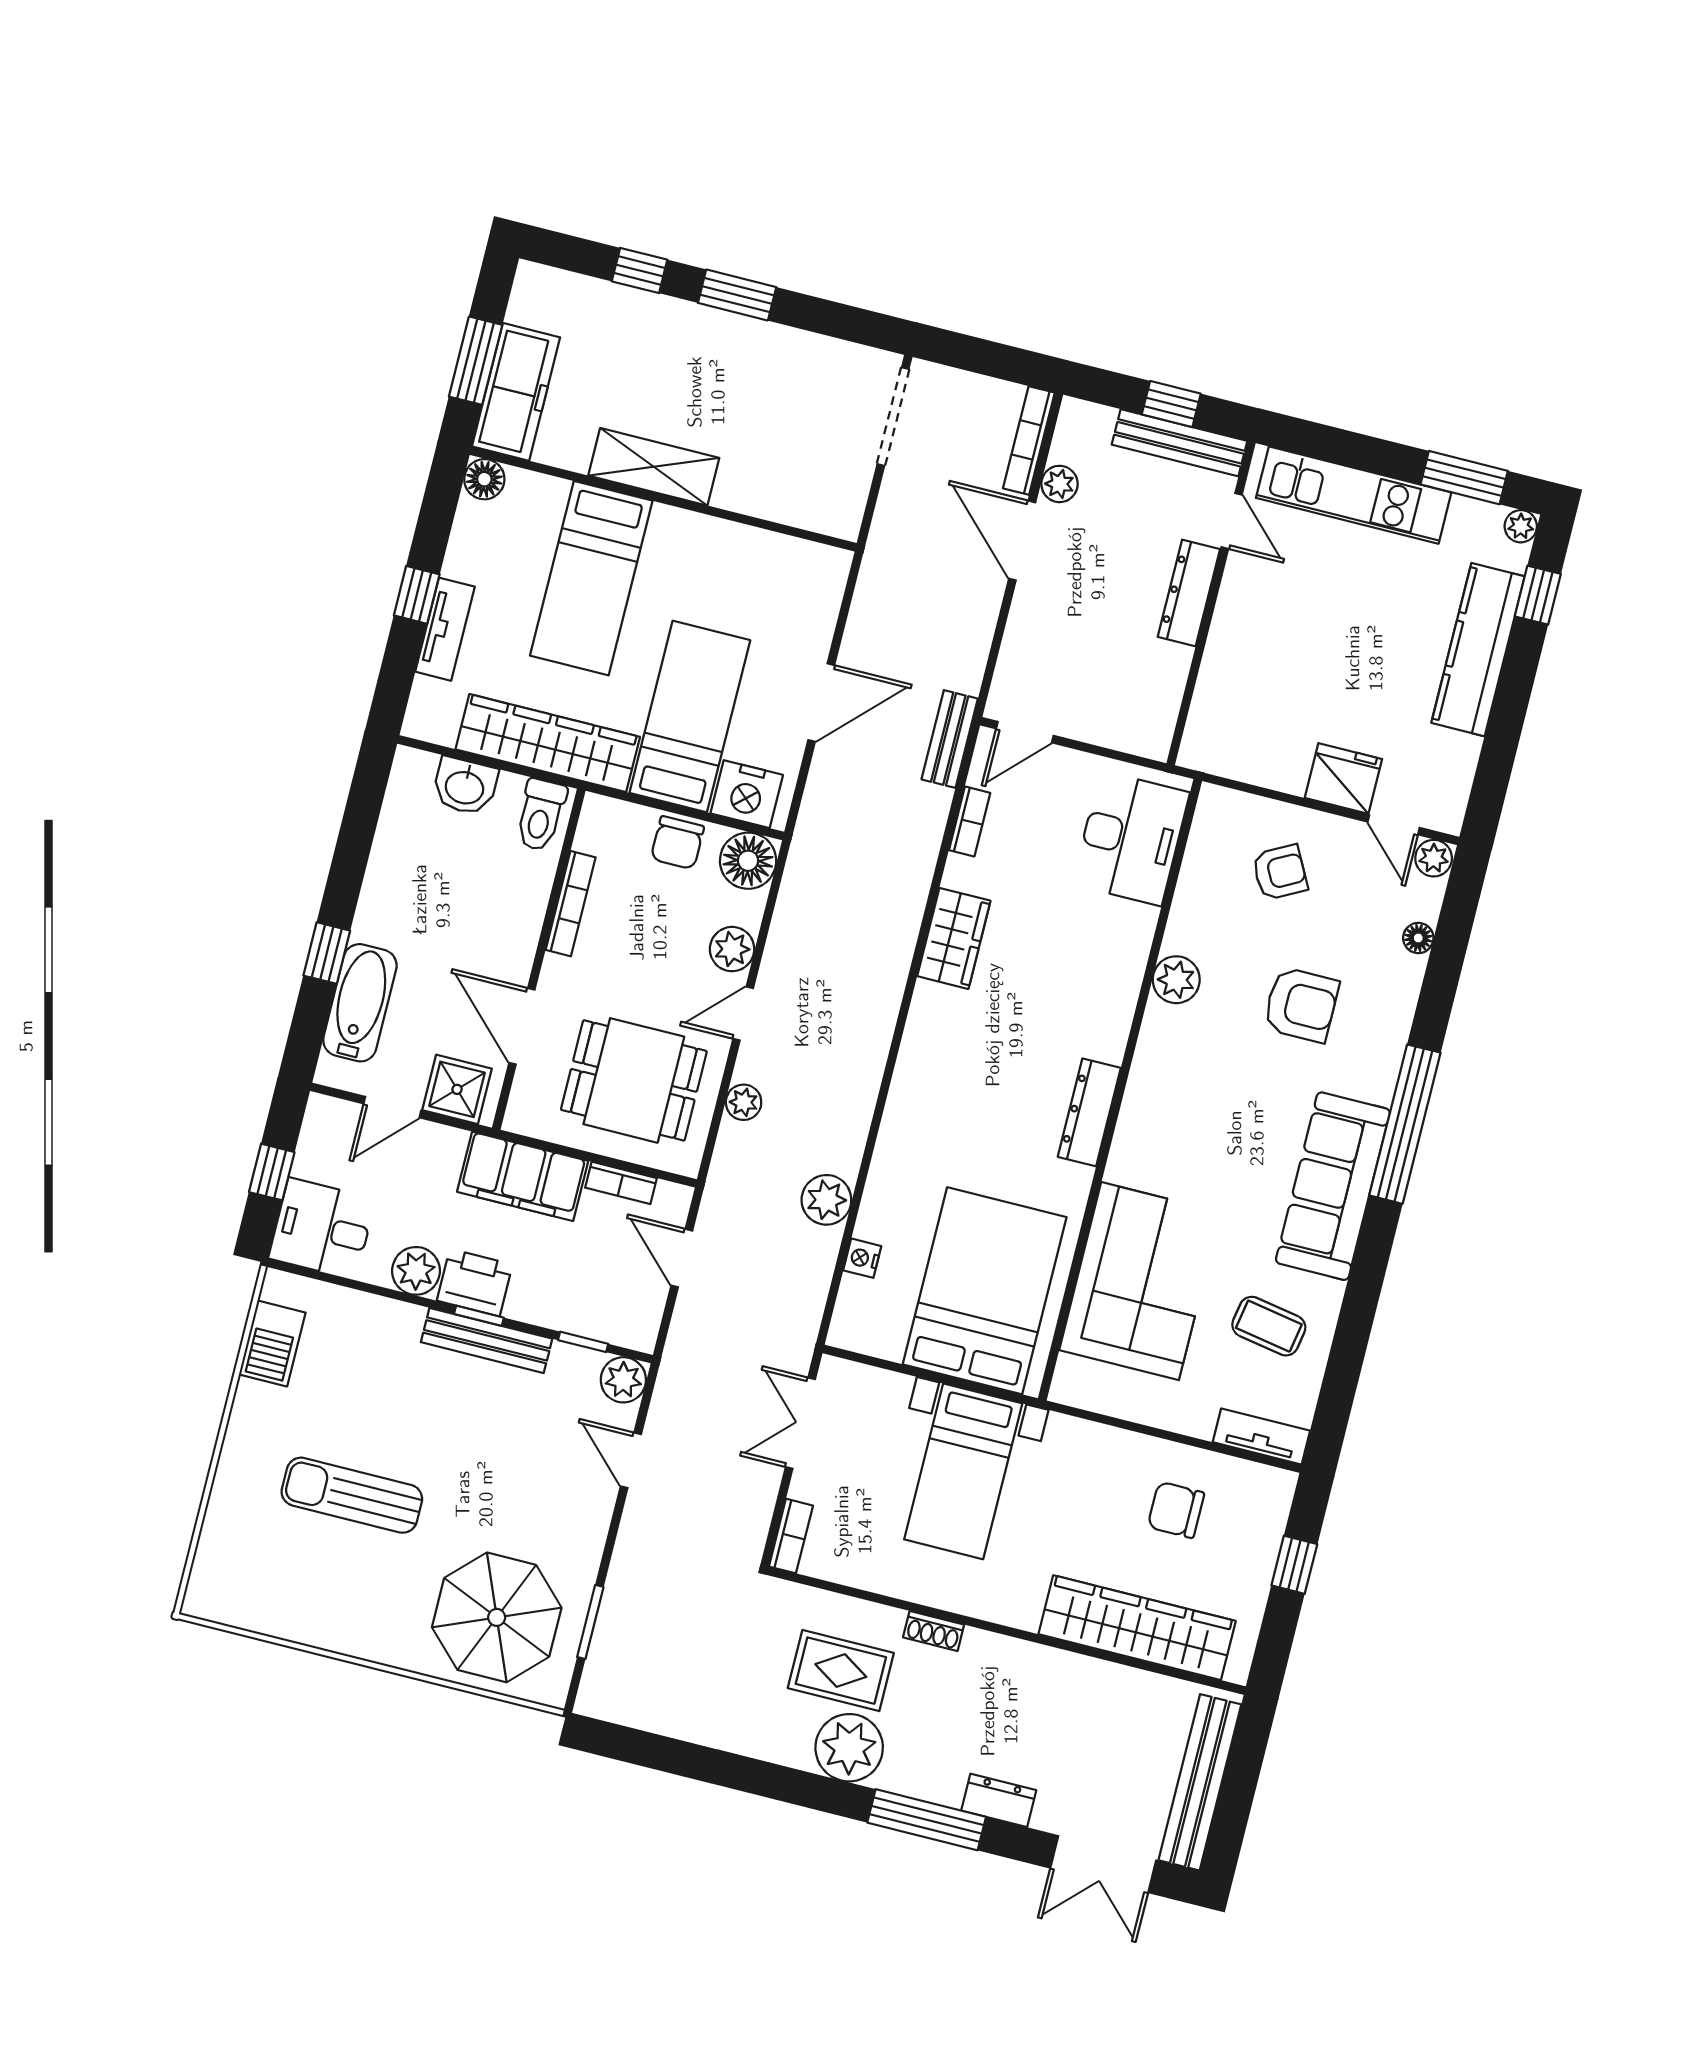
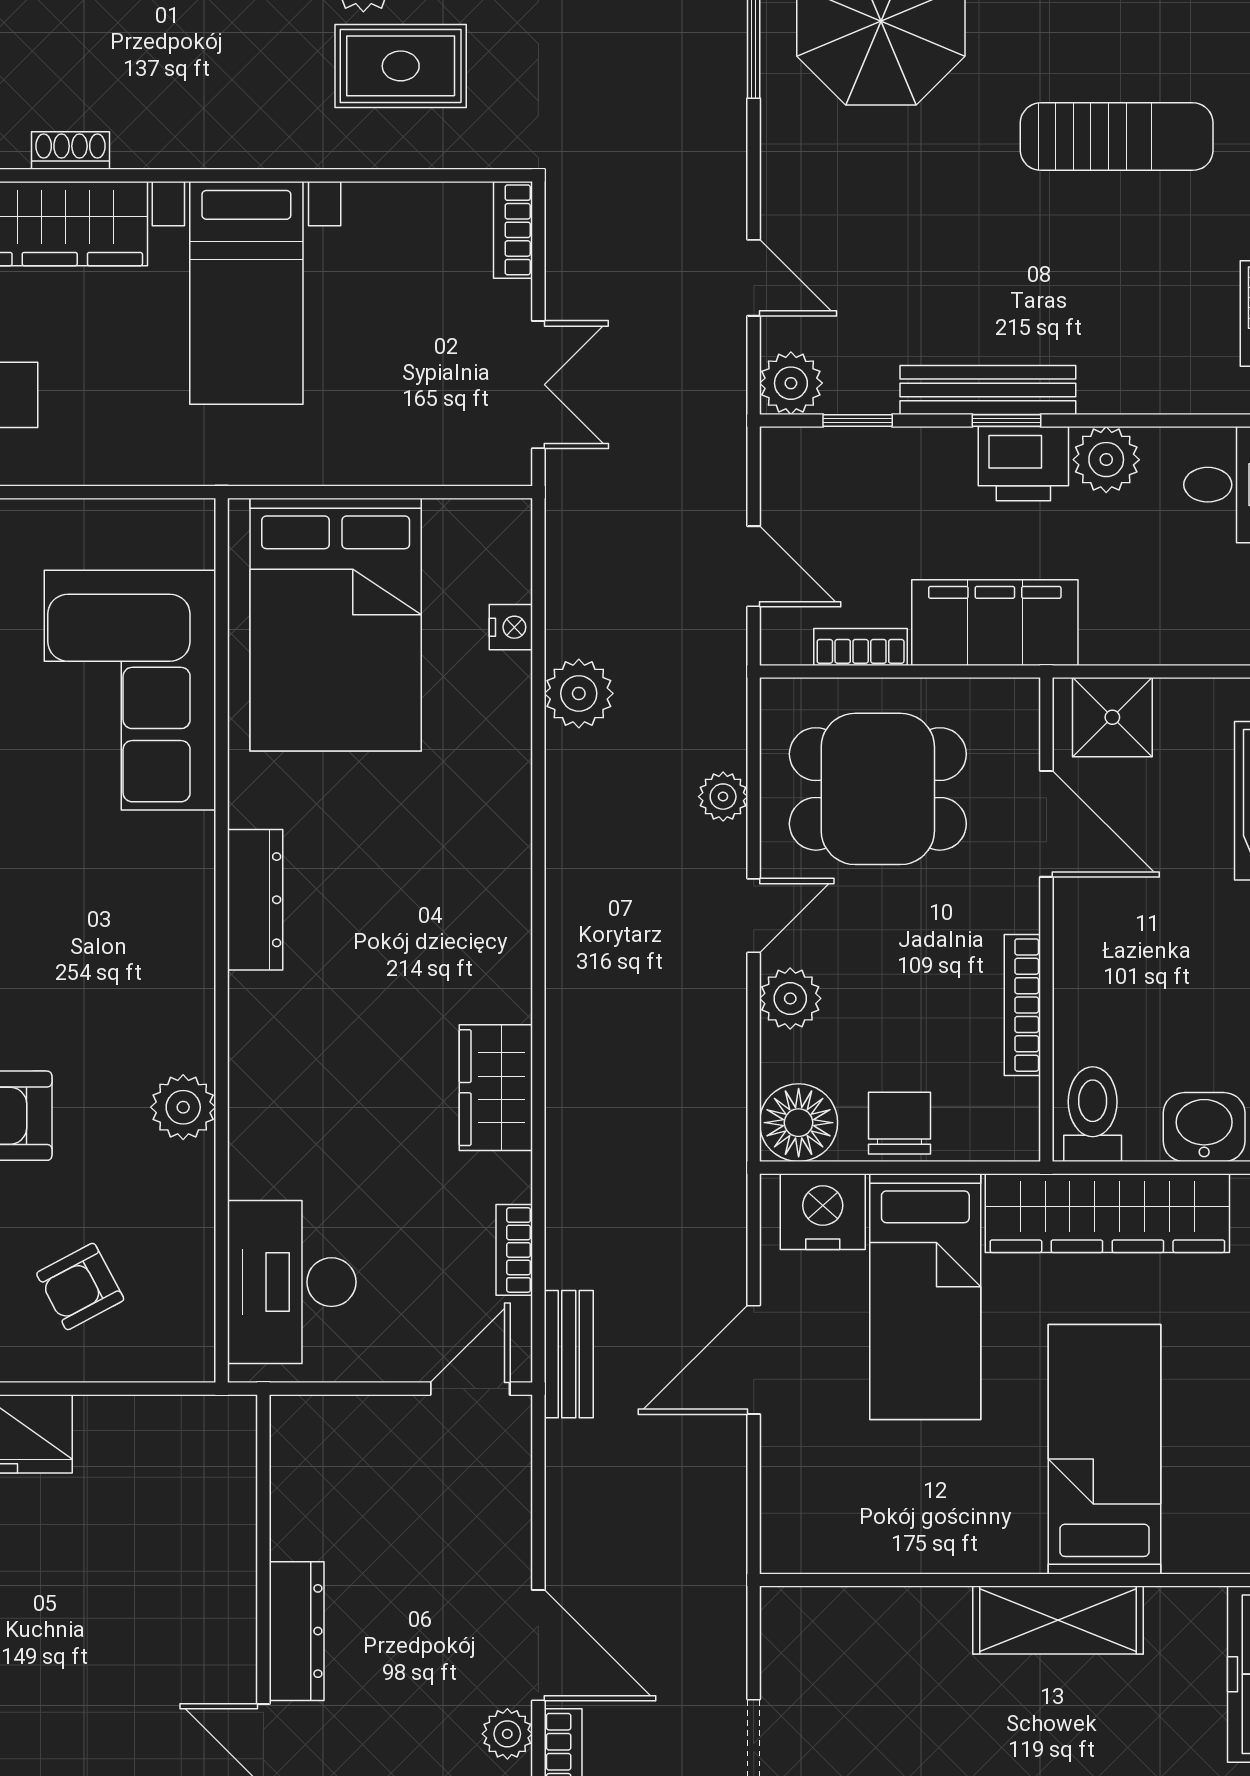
door: (392, 1107) -> (1193, 672), removed
bed with nightstands: (963, 1471) -> (246, 293), moved, turned 180
shoe rack: (934, 1631) -> (71, 151), moved

